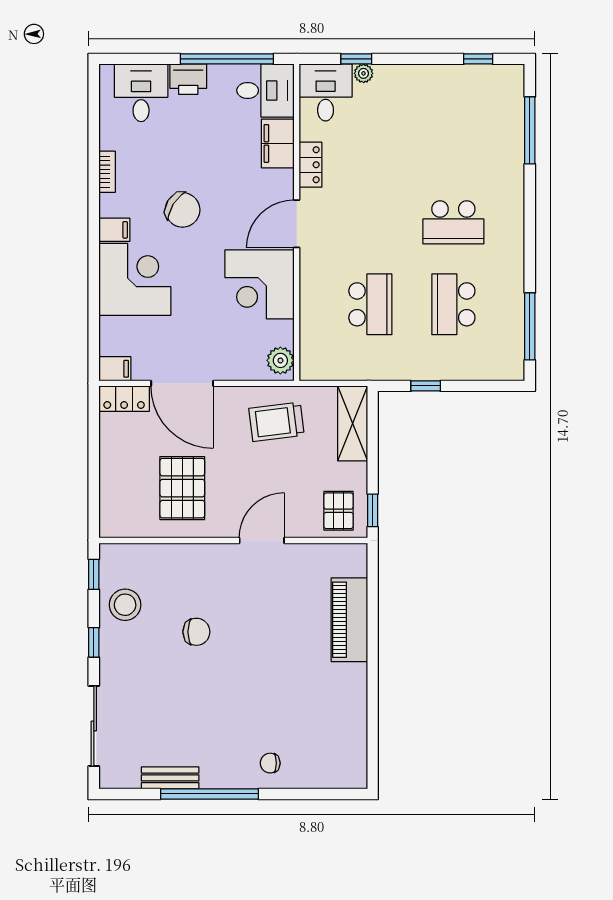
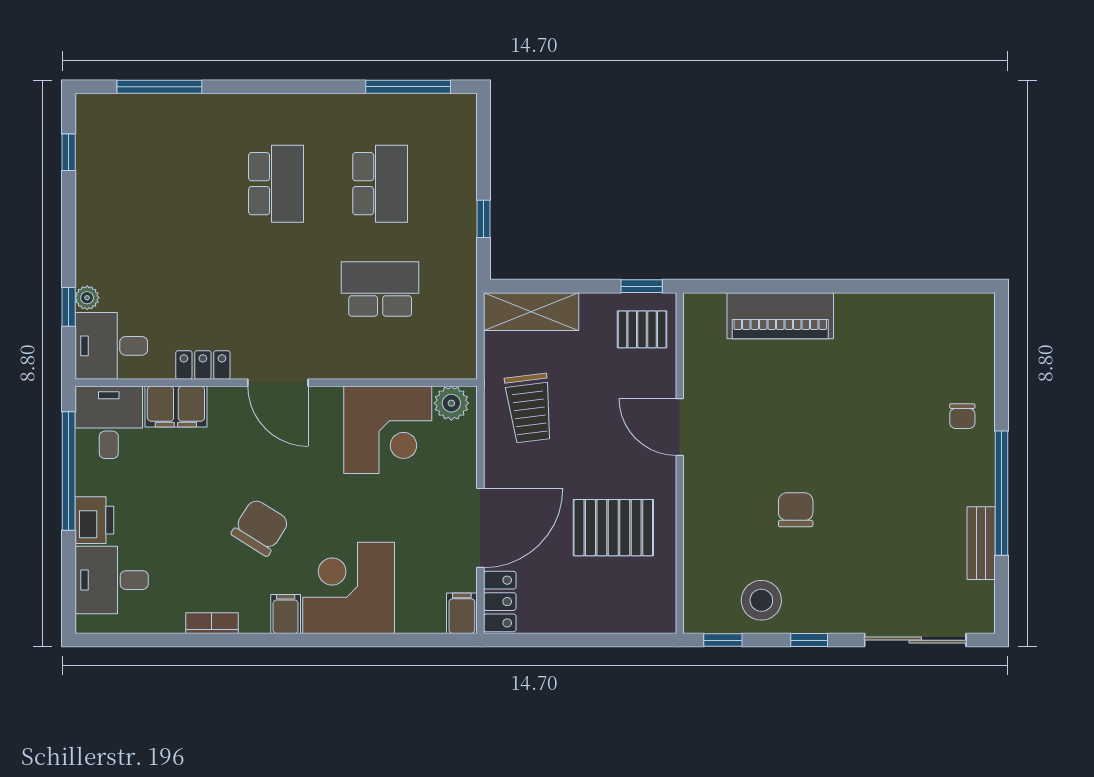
corner desk: (260, 284) -> (388, 430), moved
school desk: (453, 304) -> (380, 184), turned -90

